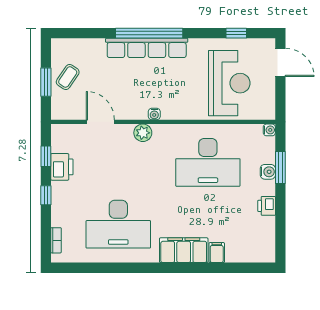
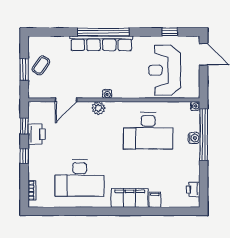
reception desk: (229, 83) -> (165, 70), turned 180
door: (100, 122) -> (66, 100), swing flipped
window: (280, 167) -> (204, 135), width x2.11
printer: (267, 206) -> (193, 189), moved

